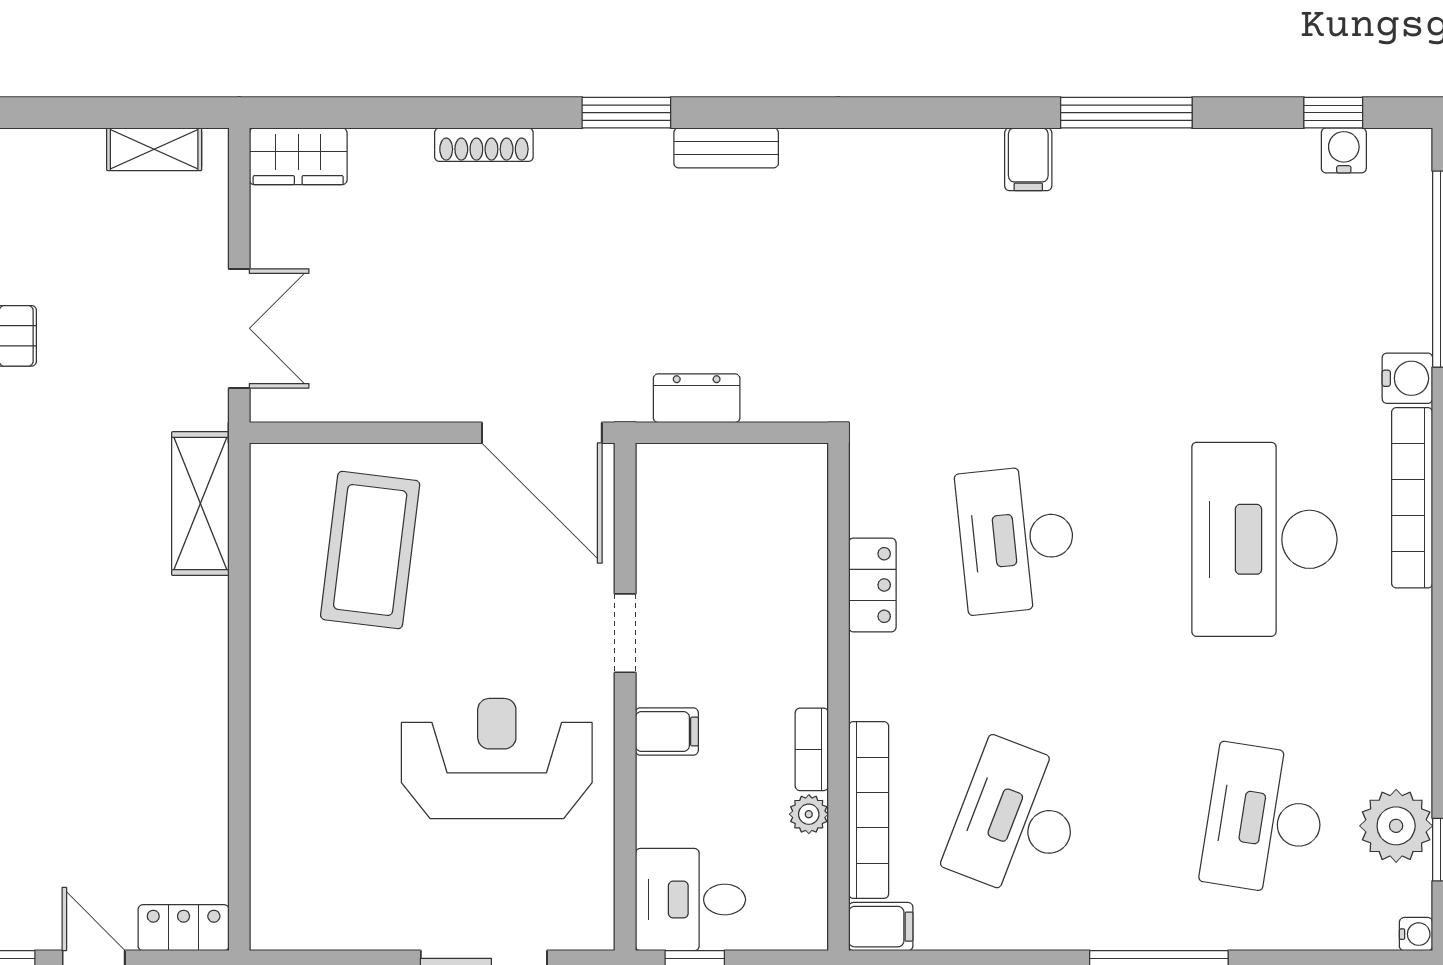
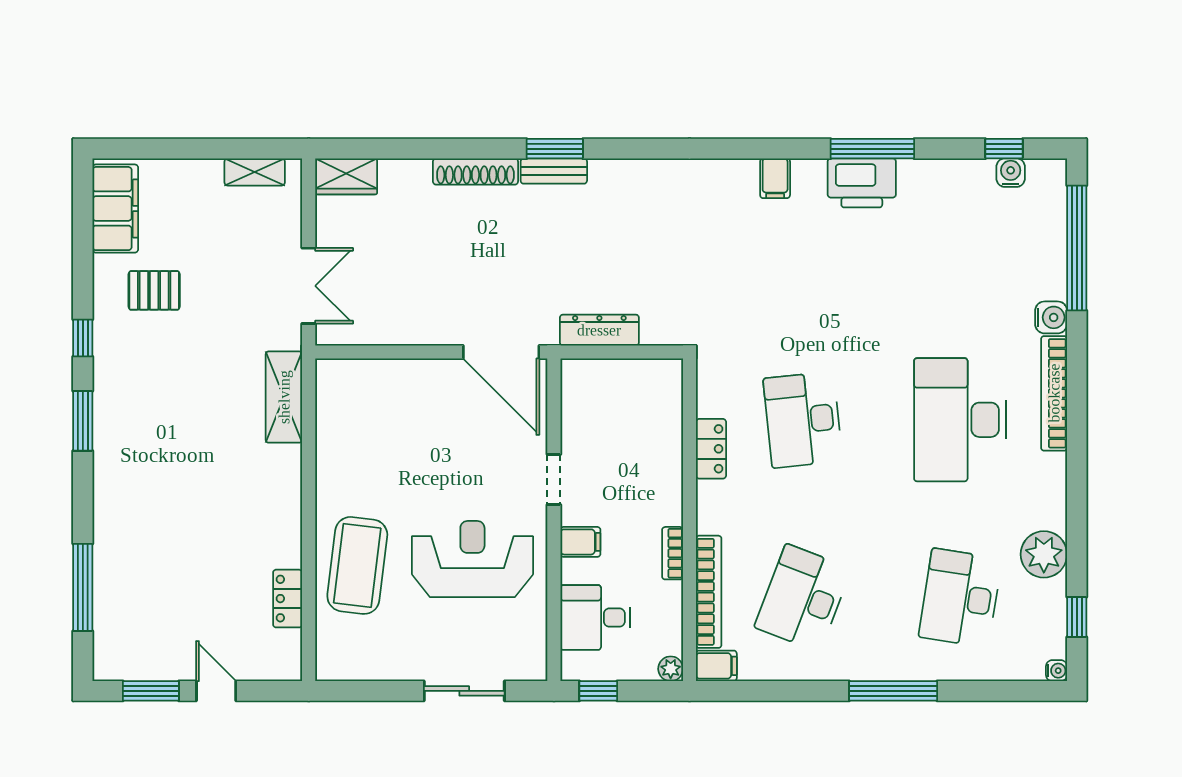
shoe rack: (484, 145) -> (475, 172), width x1.36, depth x1.24
bench: (726, 148) -> (554, 171), moved
filing cabinet: (1028, 159) -> (775, 178), moved
printer: (1110, 167) -> (862, 183), added
dresser: (697, 398) -> (599, 330), width x1.44
coffee table: (370, 550) -> (357, 565), moved
plant: (809, 814) -> (671, 669), moved
plant: (1396, 826) -> (1044, 554), moved
desk: (690, 900) -> (595, 618), moved
locker: (184, 928) -> (288, 599), moved, turned -90

